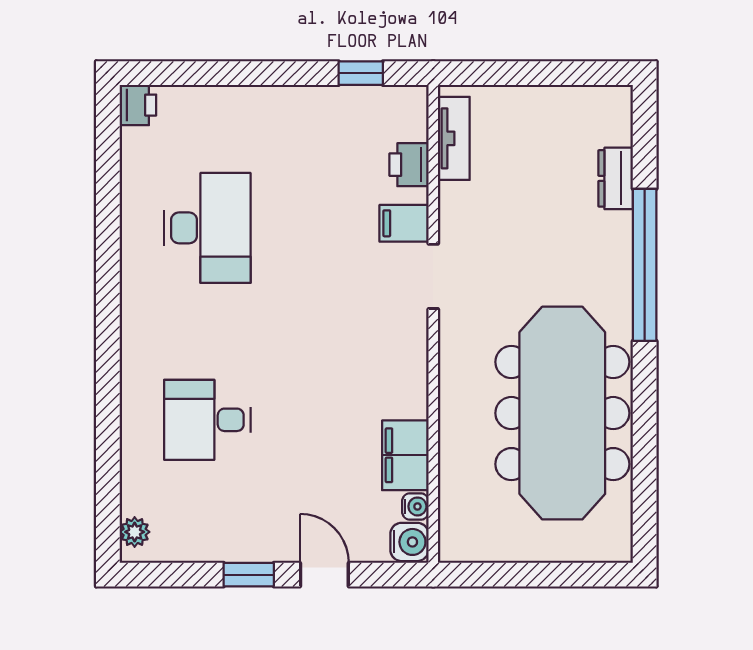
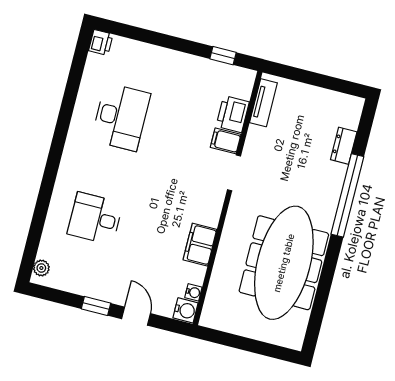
printer: (409, 165) -> (233, 114), width x1.36, depth x1.24
filing cabinet: (405, 455) -> (200, 245), moved

